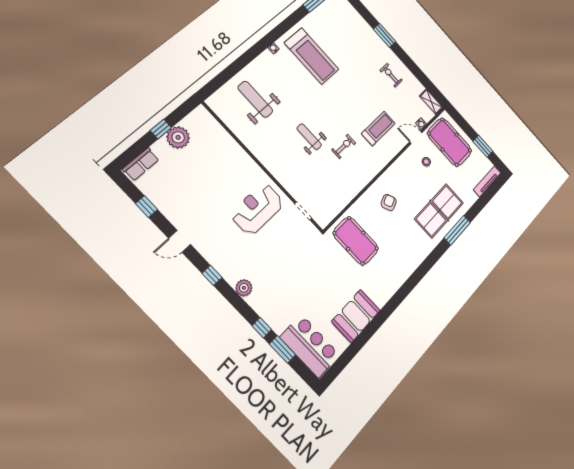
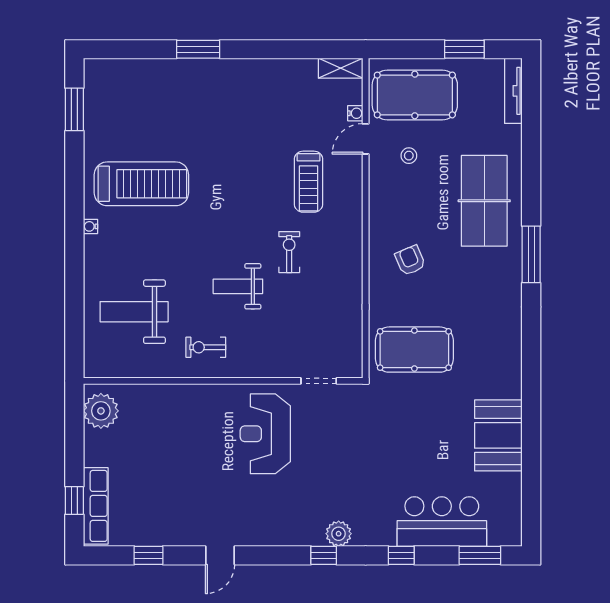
exercise bike: (391, 75) -> (206, 347), moved
treadmill: (378, 128) -> (308, 182), turned 180
window: (161, 129) -> (74, 500), moved
plant: (178, 137) -> (101, 411), moved
row of seats: (141, 164) -> (96, 506), width x1.48
window: (457, 230) -> (531, 254), moved
window: (212, 275) -> (324, 555), moved
bar counter: (310, 346) -> (442, 522), moved
window: (282, 349) -> (480, 555), moved

